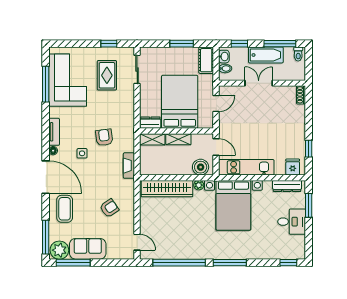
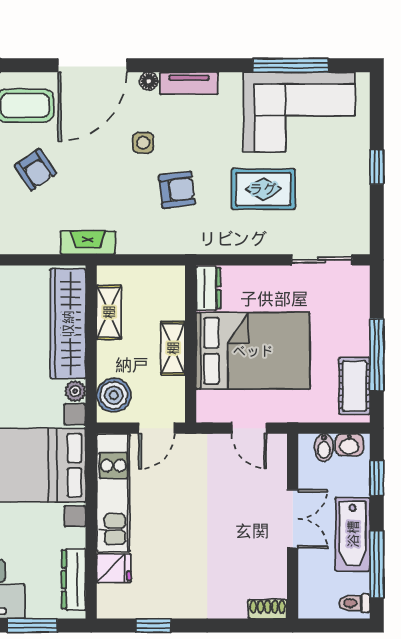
window: (109, 44) -> (377, 167), moved
window: (182, 44) -> (377, 355), width x1.44
cot: (206, 60) -> (354, 386), moved, turned 90
rug: (107, 75) -> (263, 189), moved
shelving: (152, 139) -> (109, 312), moved
fireplace: (129, 166) -> (88, 243), moved
fridge: (293, 167) -> (114, 568), moved
armchair: (109, 208) -> (36, 169), moved

